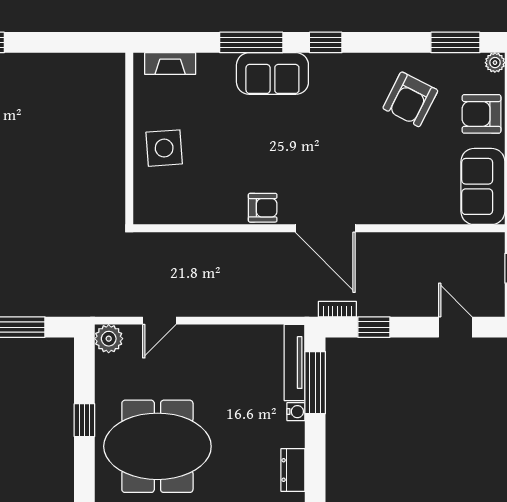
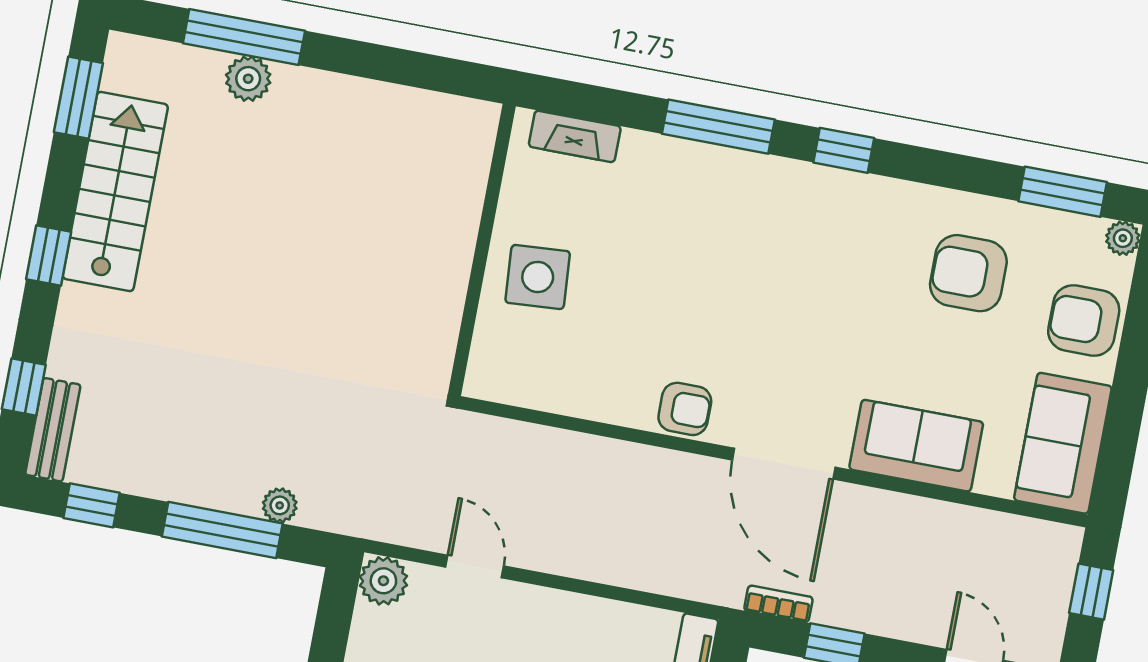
sofa: (272, 74) -> (916, 446), moved, turned 180
armchair: (410, 99) -> (968, 273), turned 63
plant: (41, 307) -> (280, 505), added
door: (159, 321) -> (475, 566), swing flipped

